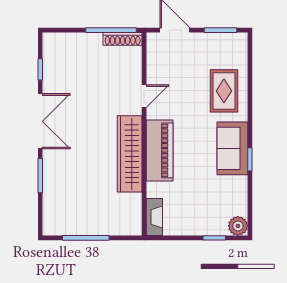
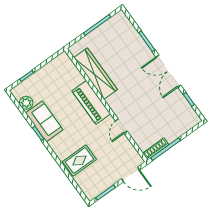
rug: (224, 91) -> (79, 160), turned 90
sofa: (232, 148) -> (44, 121), moved
wardrobe: (130, 154) -> (96, 74), moved
fireplace: (154, 217) -> (68, 64), removed
plant: (238, 226) -> (26, 103), moved

